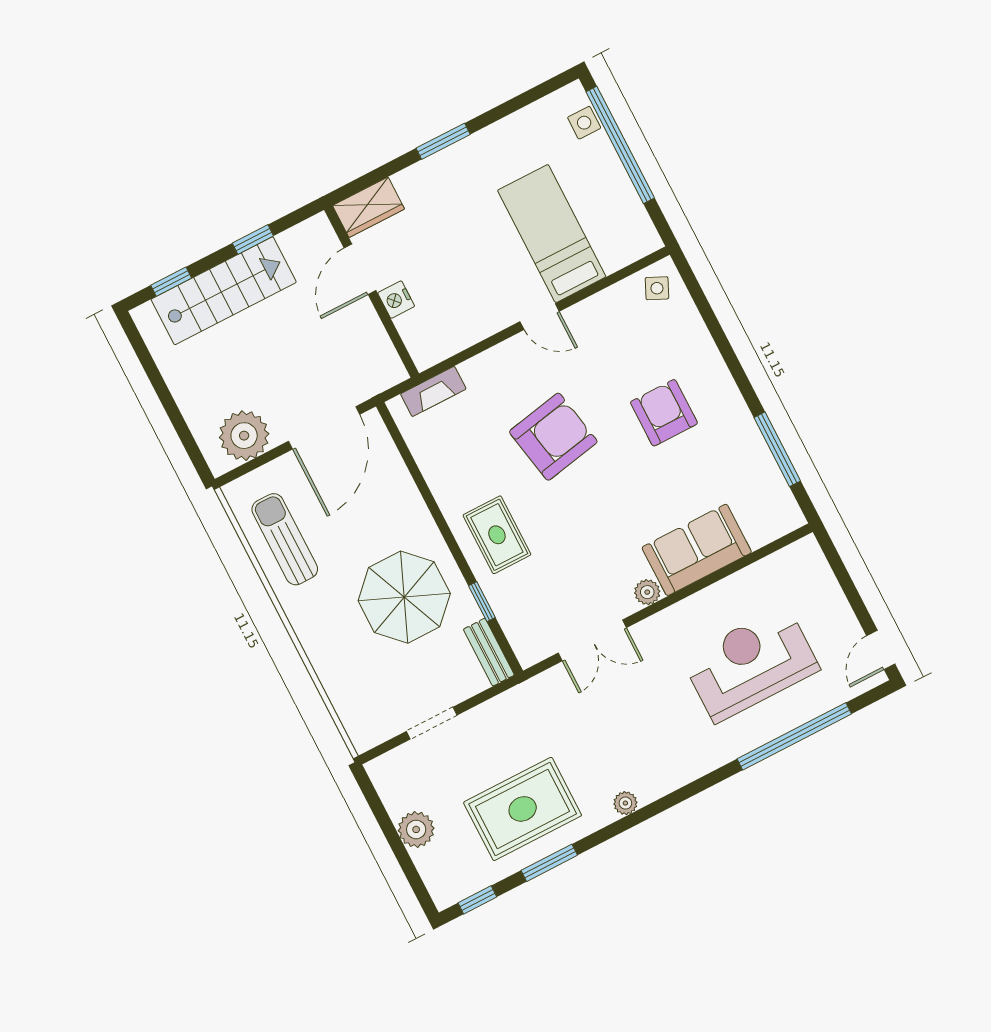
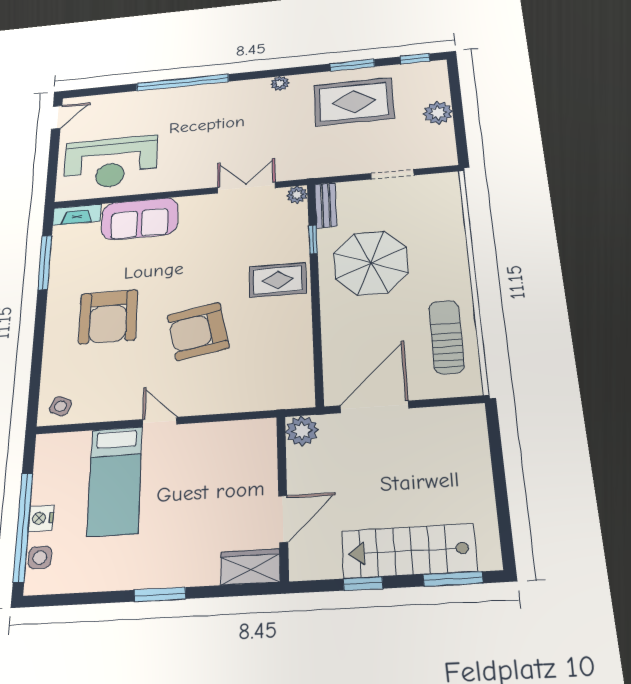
window: (171, 282) -> (453, 579), width x1.50
nightstand: (396, 300) -> (41, 518), moved, turned 180
fireplace: (433, 391) -> (77, 215), moved, turned 180
armchair: (664, 413) -> (108, 317), width x1.36, depth x1.36
plant: (244, 436) -> (302, 431), moved, width x0.73, depth x0.73
rug: (497, 535) -> (278, 280), turned 90
sun lounger: (285, 539) -> (446, 337), turned 180
plant: (647, 592) -> (297, 195), moved
reception desk: (751, 664) -> (111, 163), moved
window: (794, 736) -> (182, 83), moved

